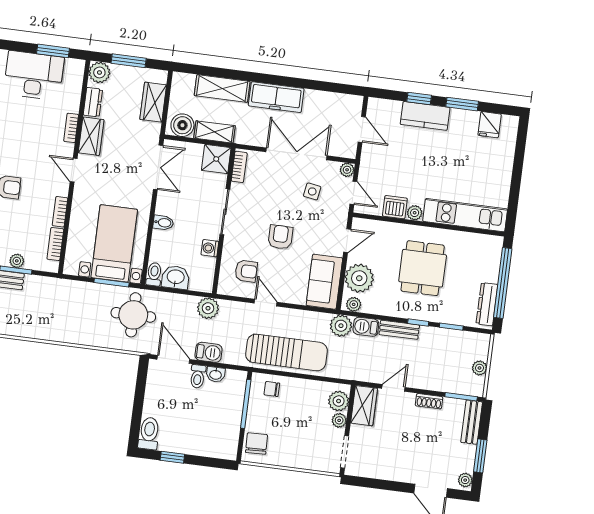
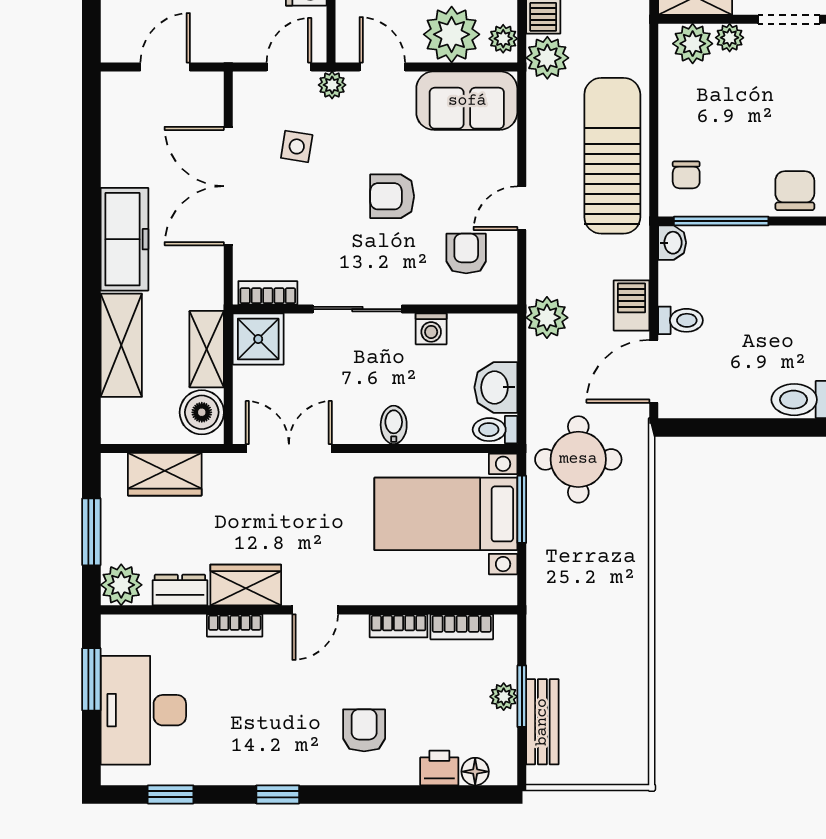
plant: (347, 170) -> (332, 85), moved
washbasin: (216, 374) -> (672, 243), moved
chair: (256, 444) -> (795, 191), turned 92

